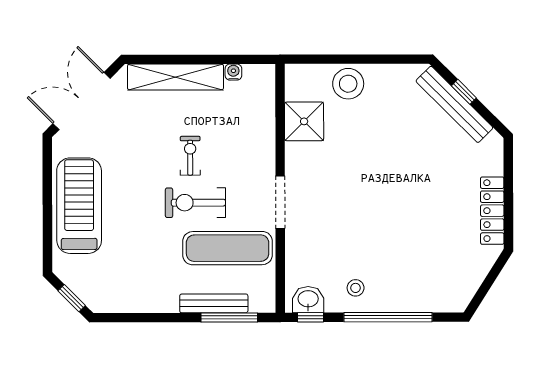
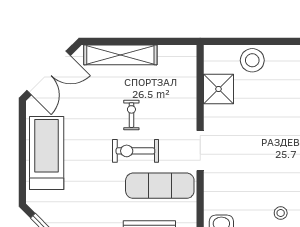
water cooler: (233, 72) -> (165, 51), removed
double door: (82, 101) -> (49, 73), swing flipped
stool: (356, 288) -> (281, 213), moved

